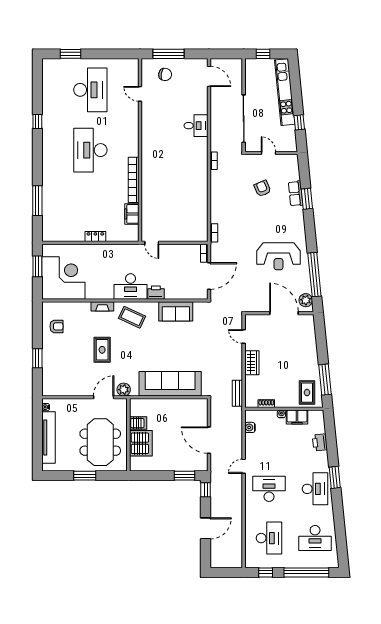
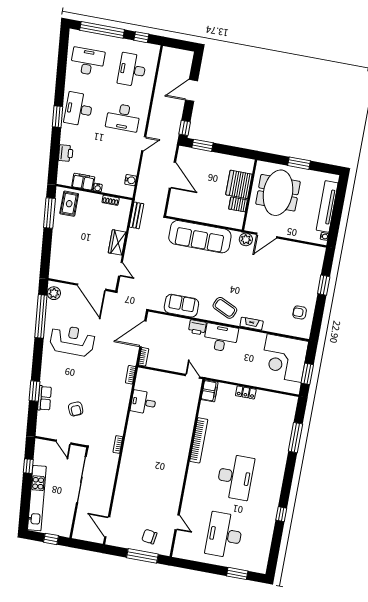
desk: (196, 126) -> (143, 402), moved
filing cabinet: (132, 214) -> (210, 391), moved
door: (284, 313) -> (92, 287), moved
rug: (102, 350) -> (260, 282), removed

